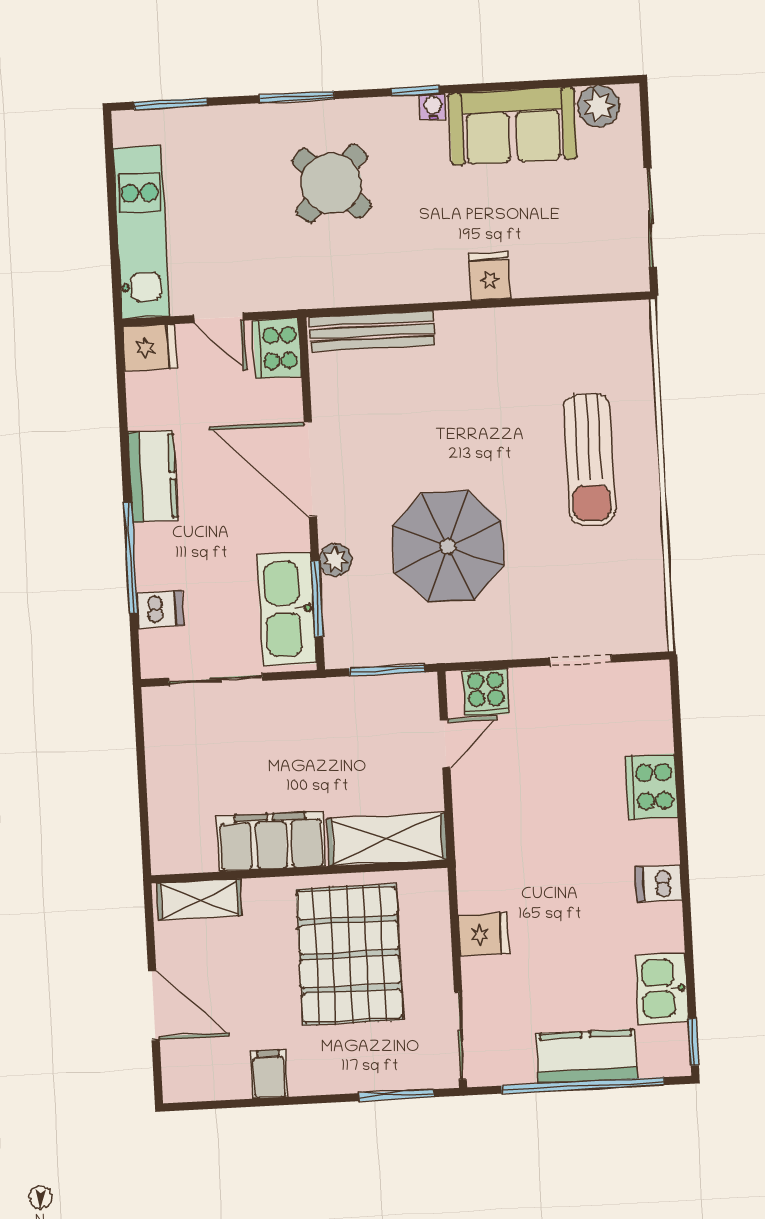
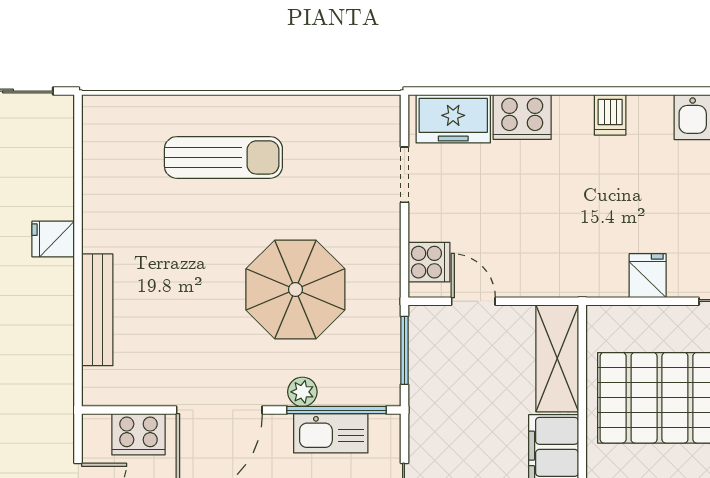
bench: (372, 331) -> (97, 310), moved
cooker: (277, 348) -> (138, 434), moved
window: (317, 599) -> (337, 410), width x1.44
kitchen sink: (287, 609) -> (331, 433), width x0.73, depth x0.81
freezer: (645, 711) -> (453, 119), added

